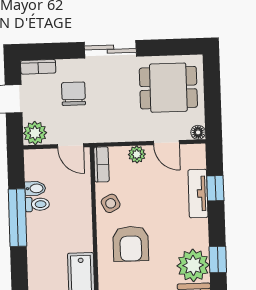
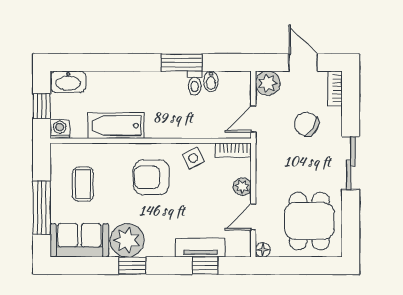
chair: (74, 94) -> (306, 124), turned -148
window: (18, 218) -> (182, 62), width x0.69

